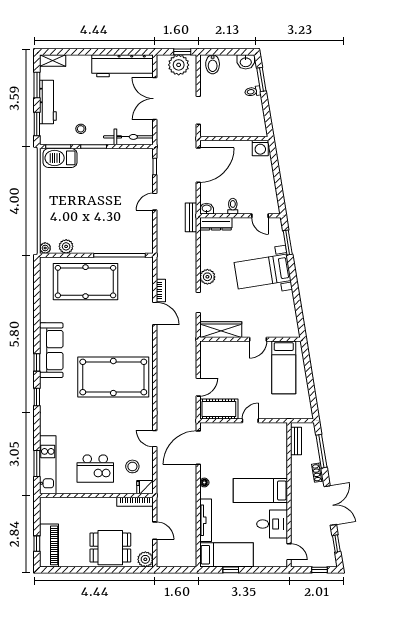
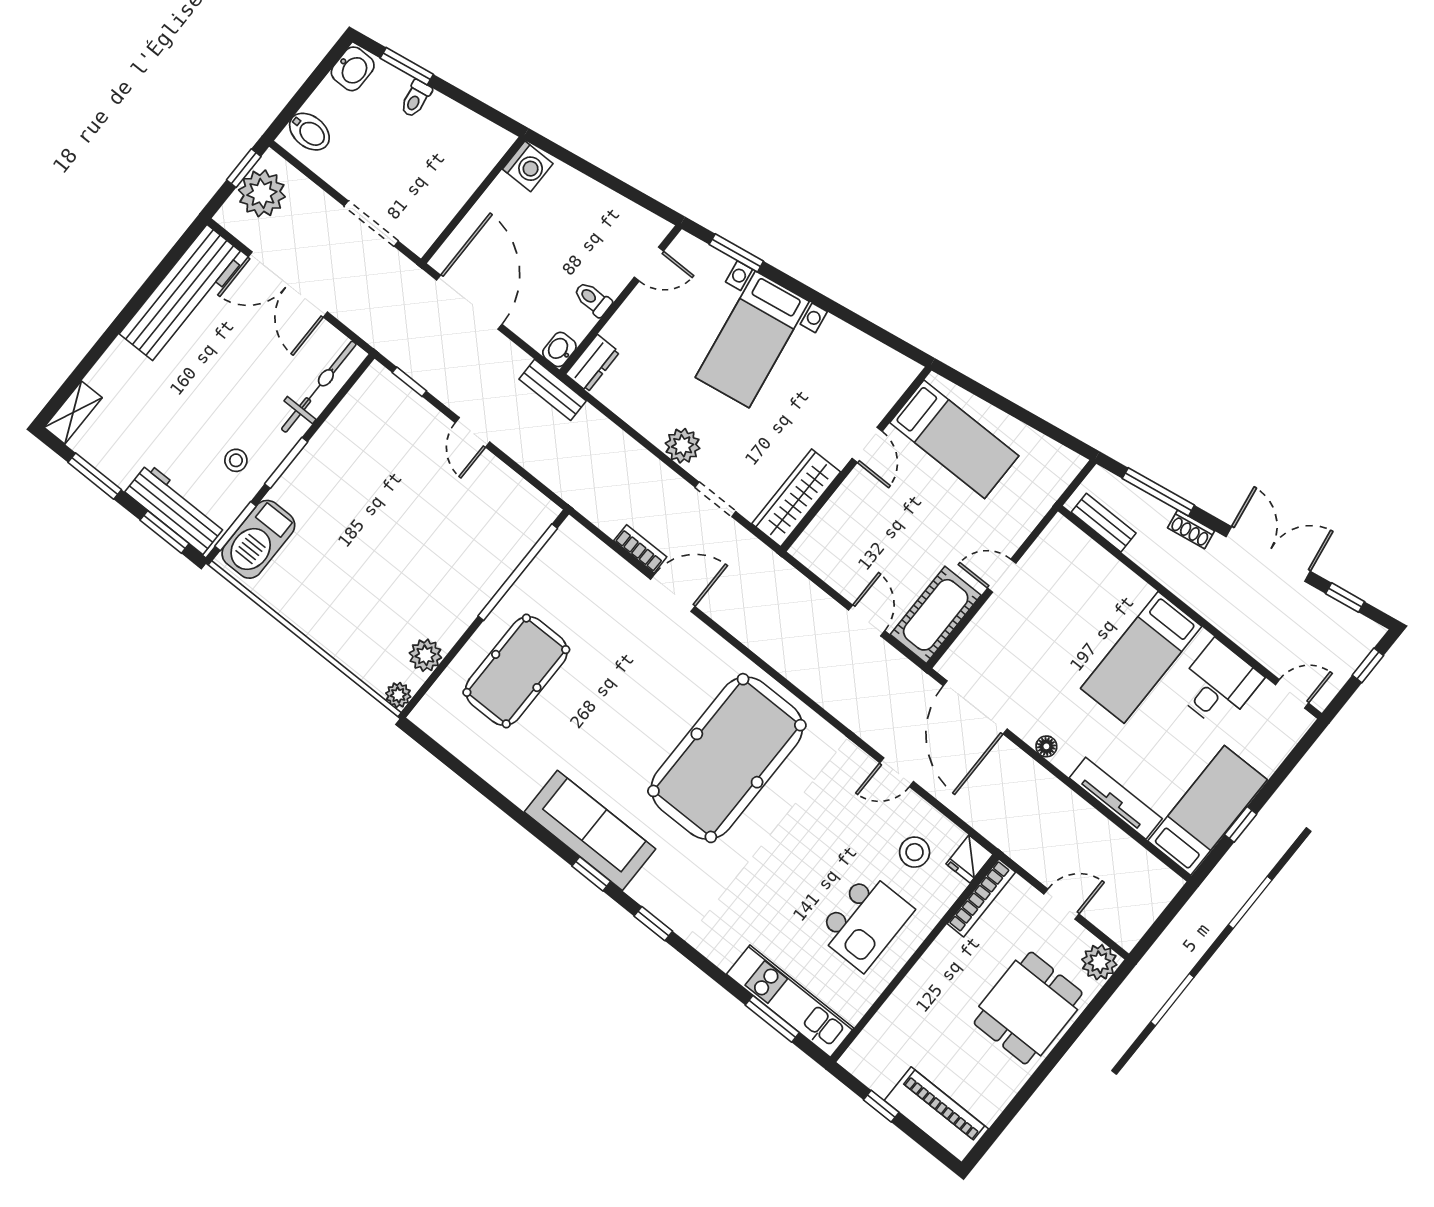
workbench: (48, 102) -> (175, 509), moved
dresser: (216, 224) -> (593, 363), width x0.70
pool table: (85, 282) -> (516, 671), width x0.73, depth x0.76
door: (250, 421) -> (1002, 576), hinge flipped
window: (37, 544) -> (881, 1106), moved

